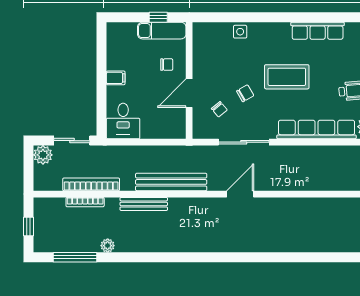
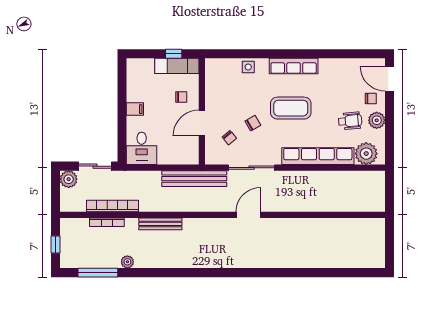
row of seats: (318, 31) -> (294, 66), moved
bench: (171, 182) -> (194, 179), moved

